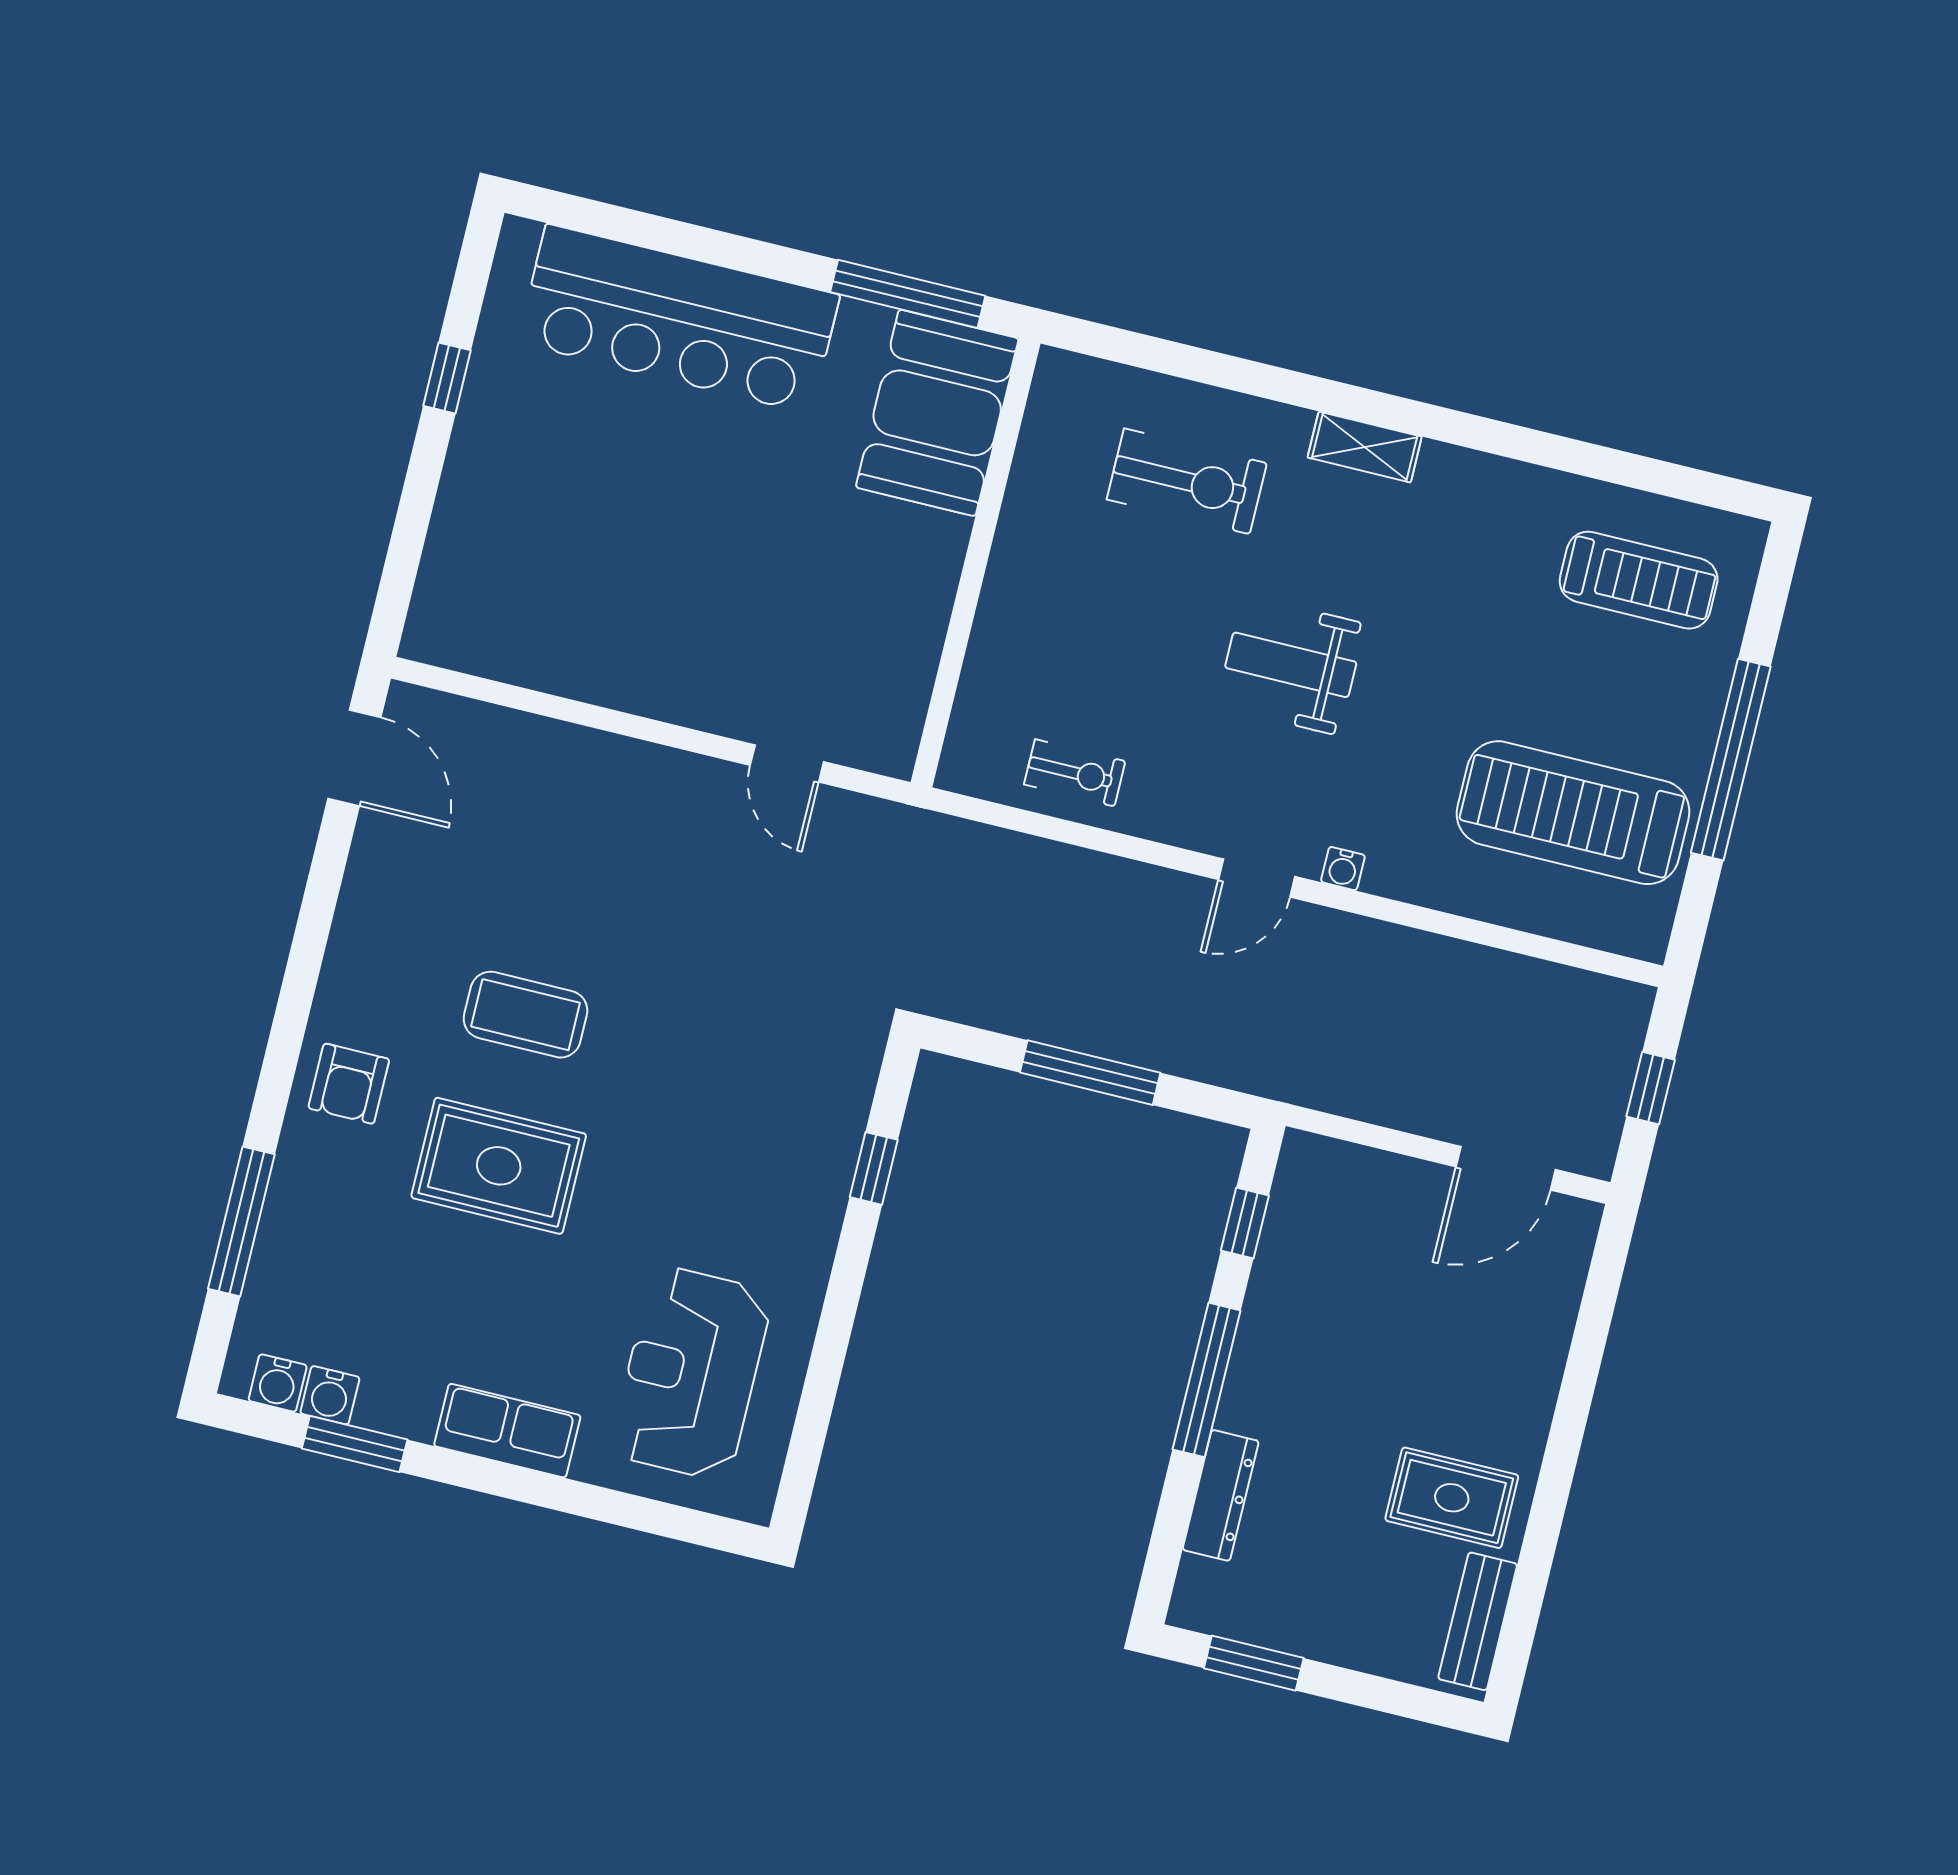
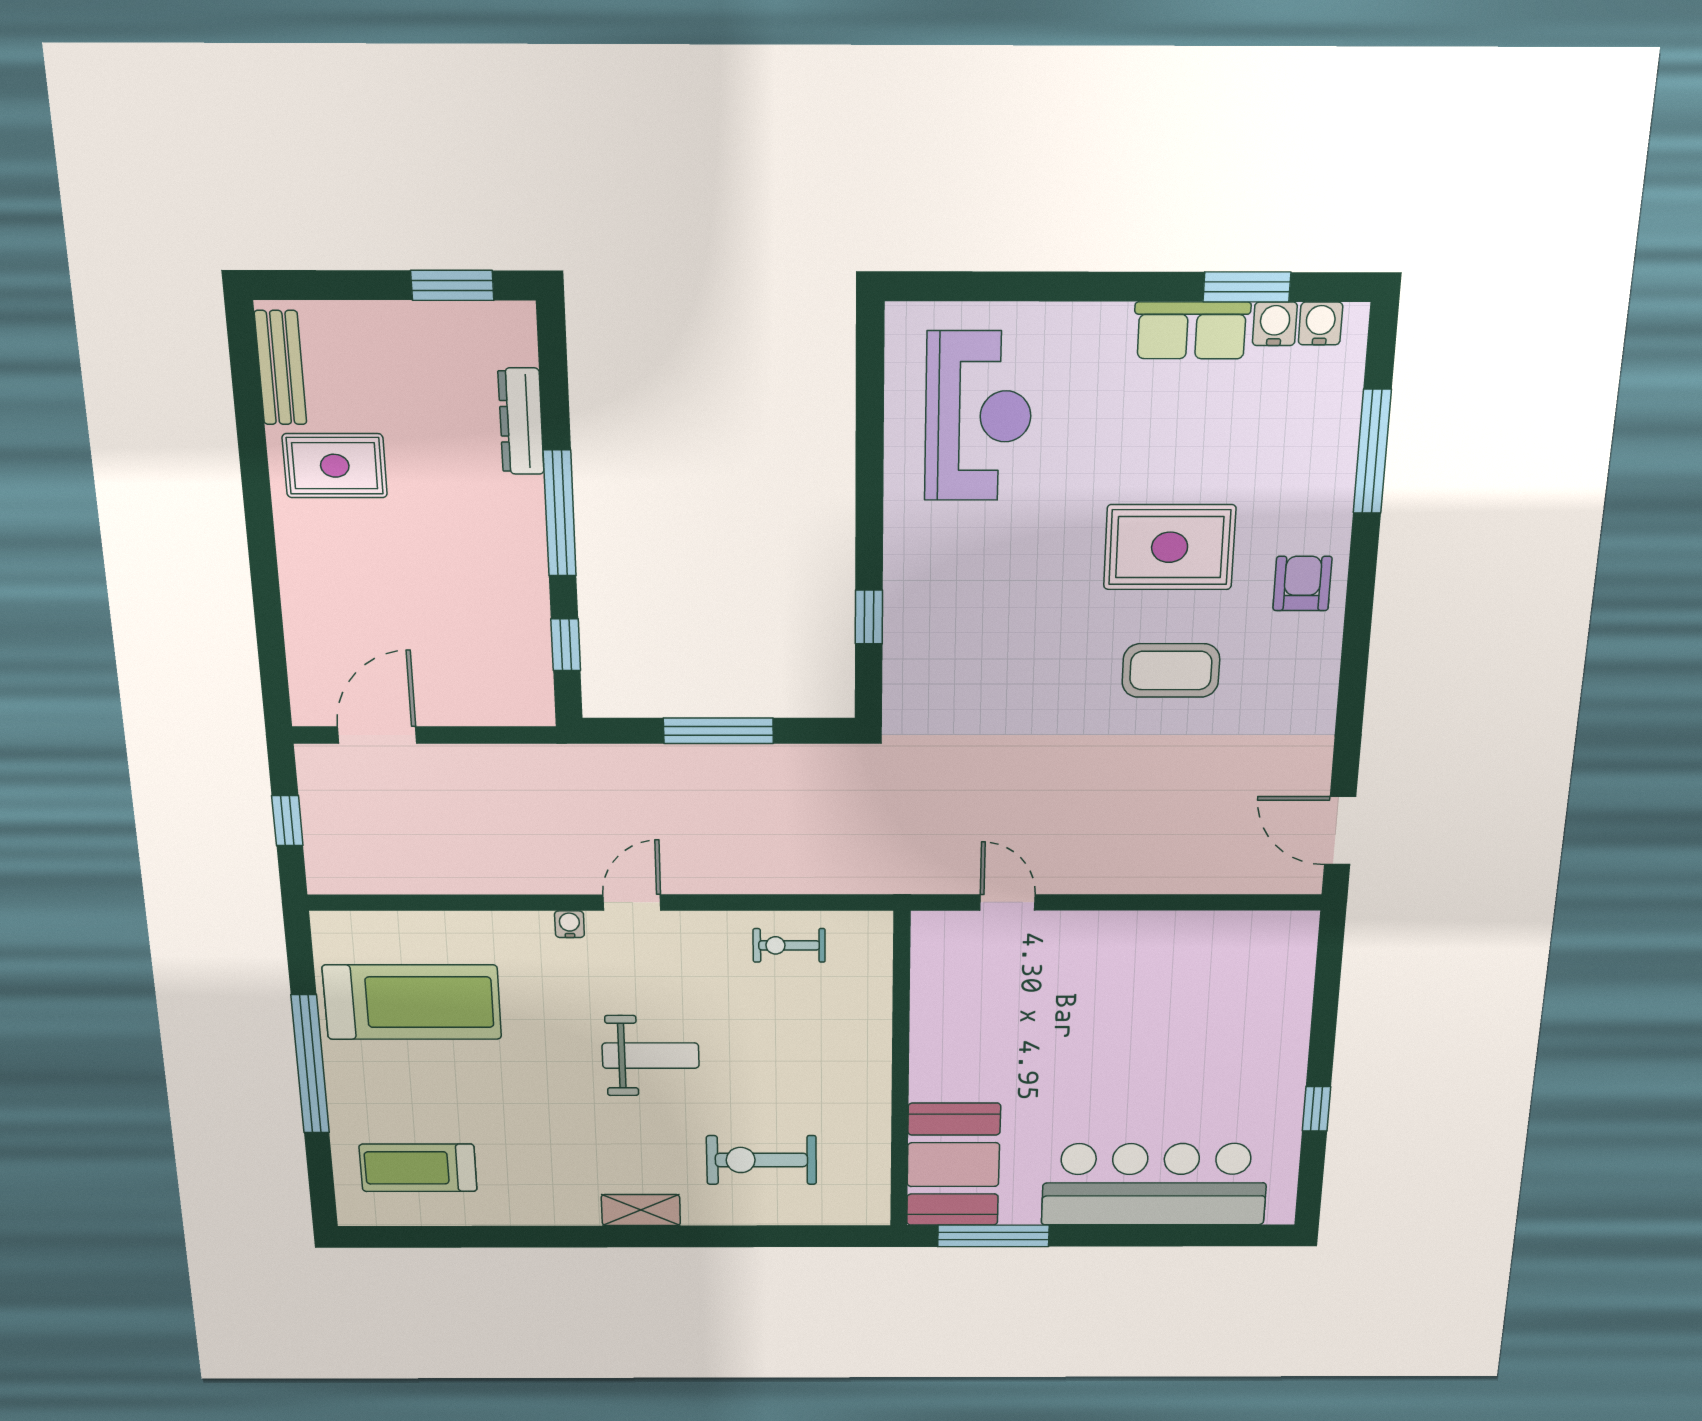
row of seats: (507, 1431) -> (1192, 330), moved

